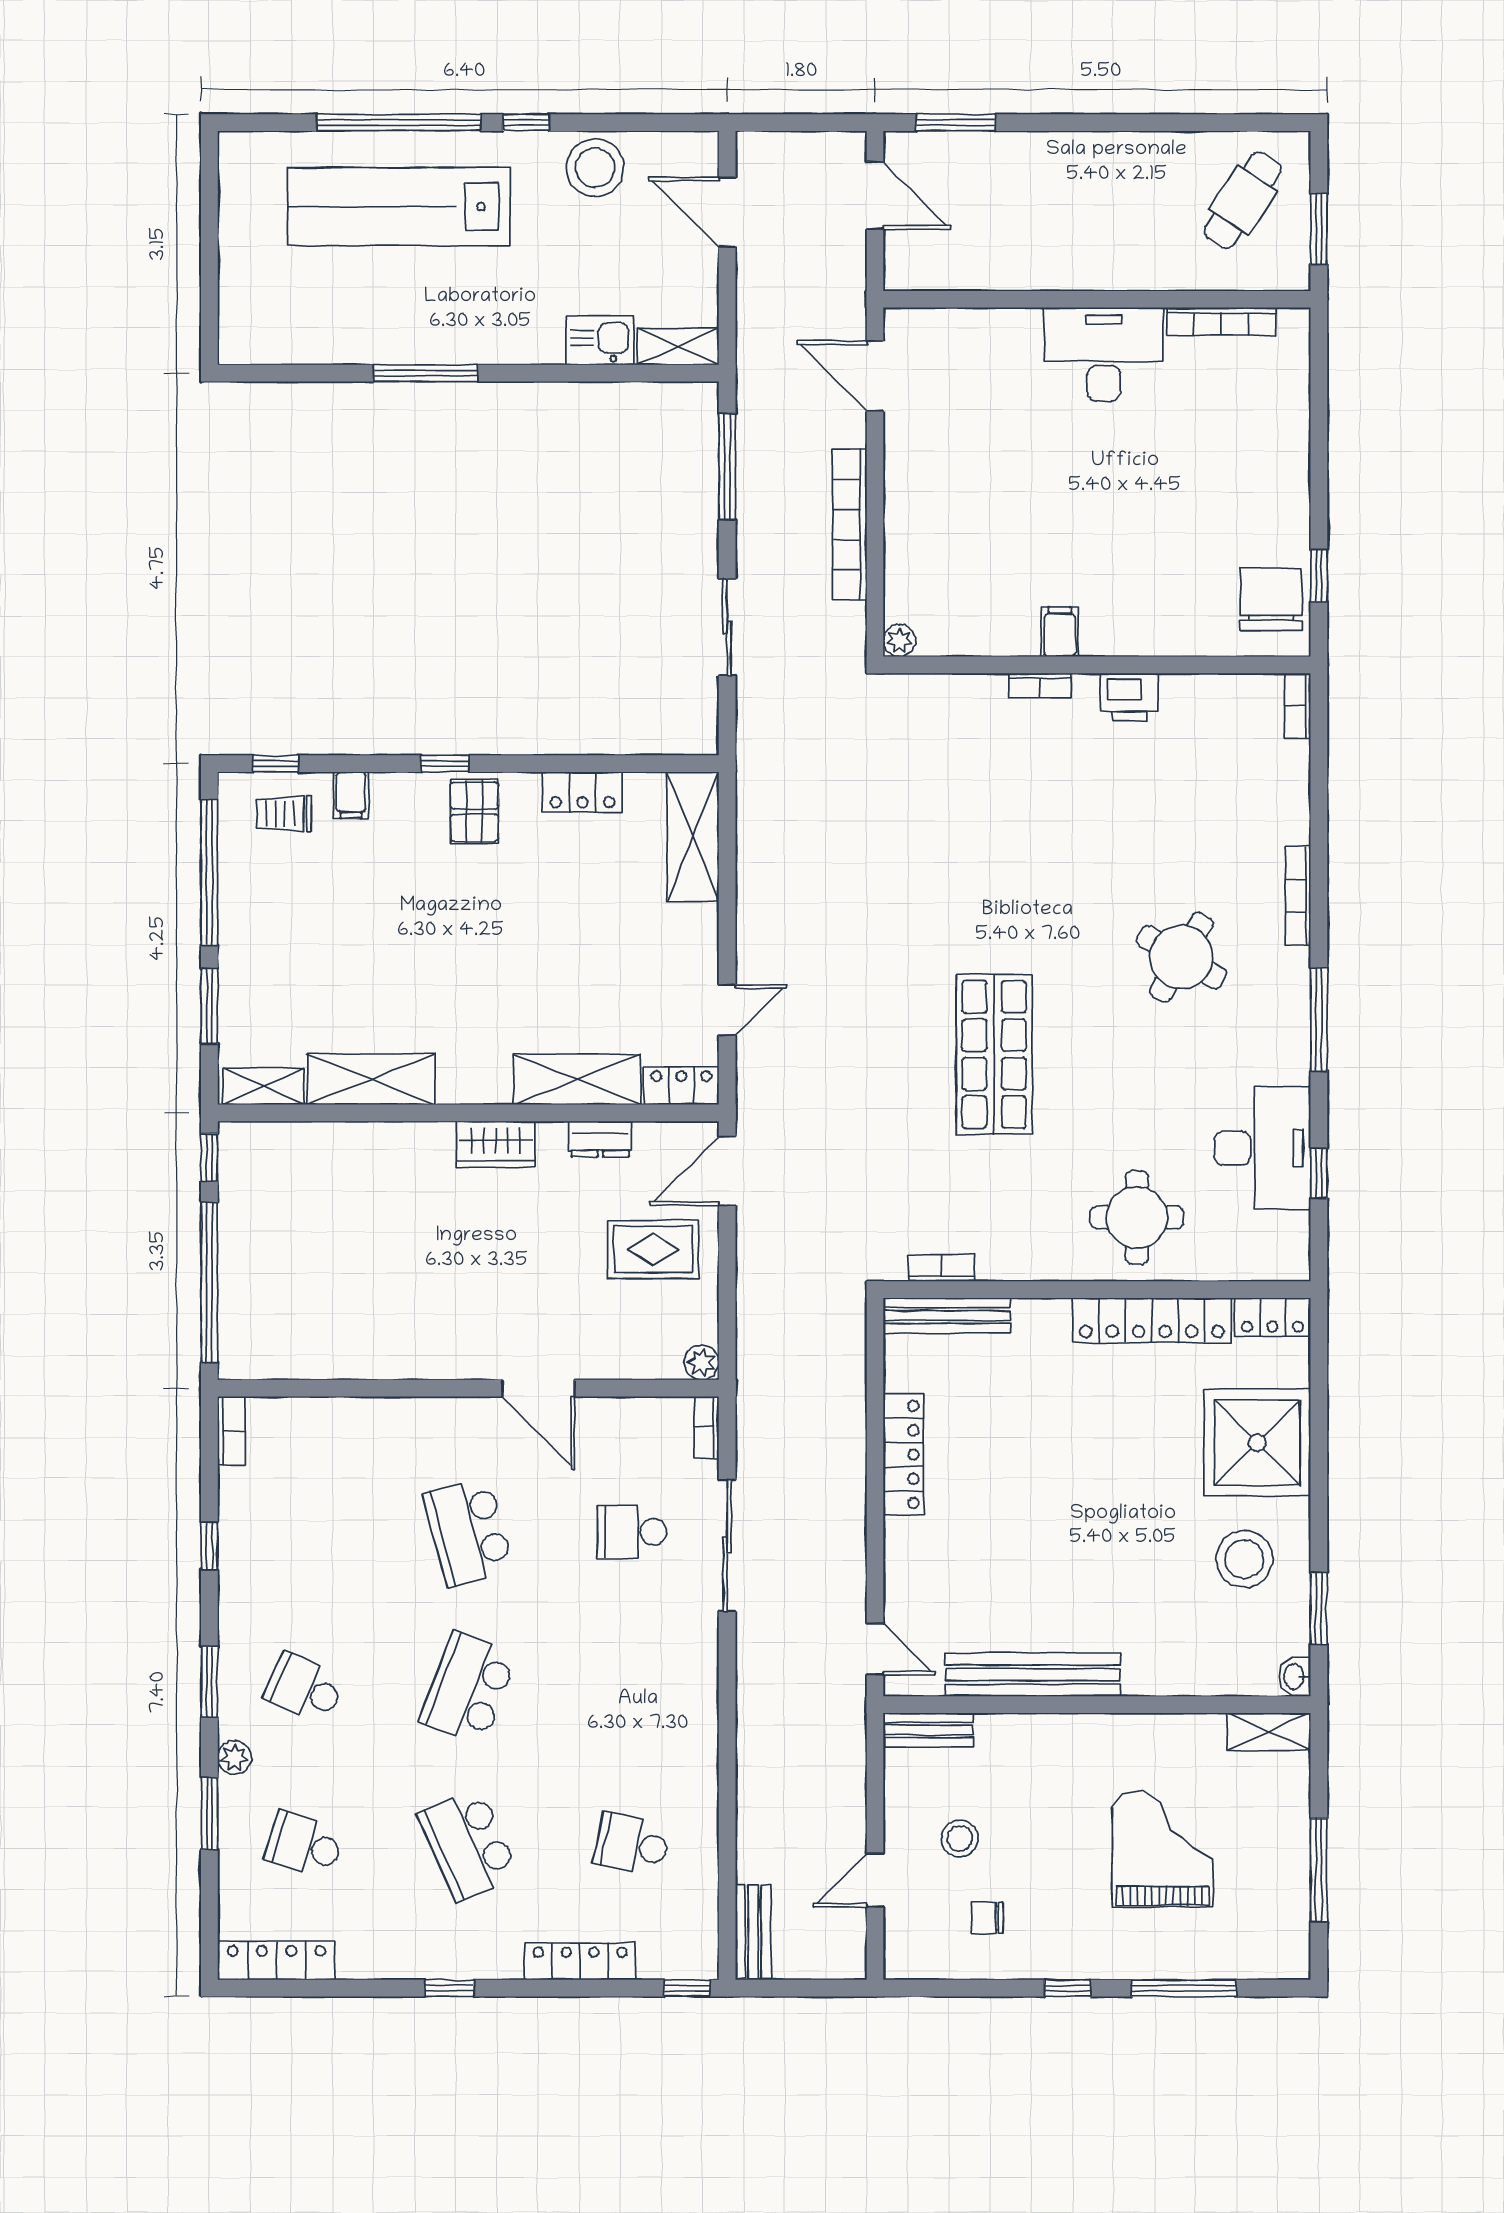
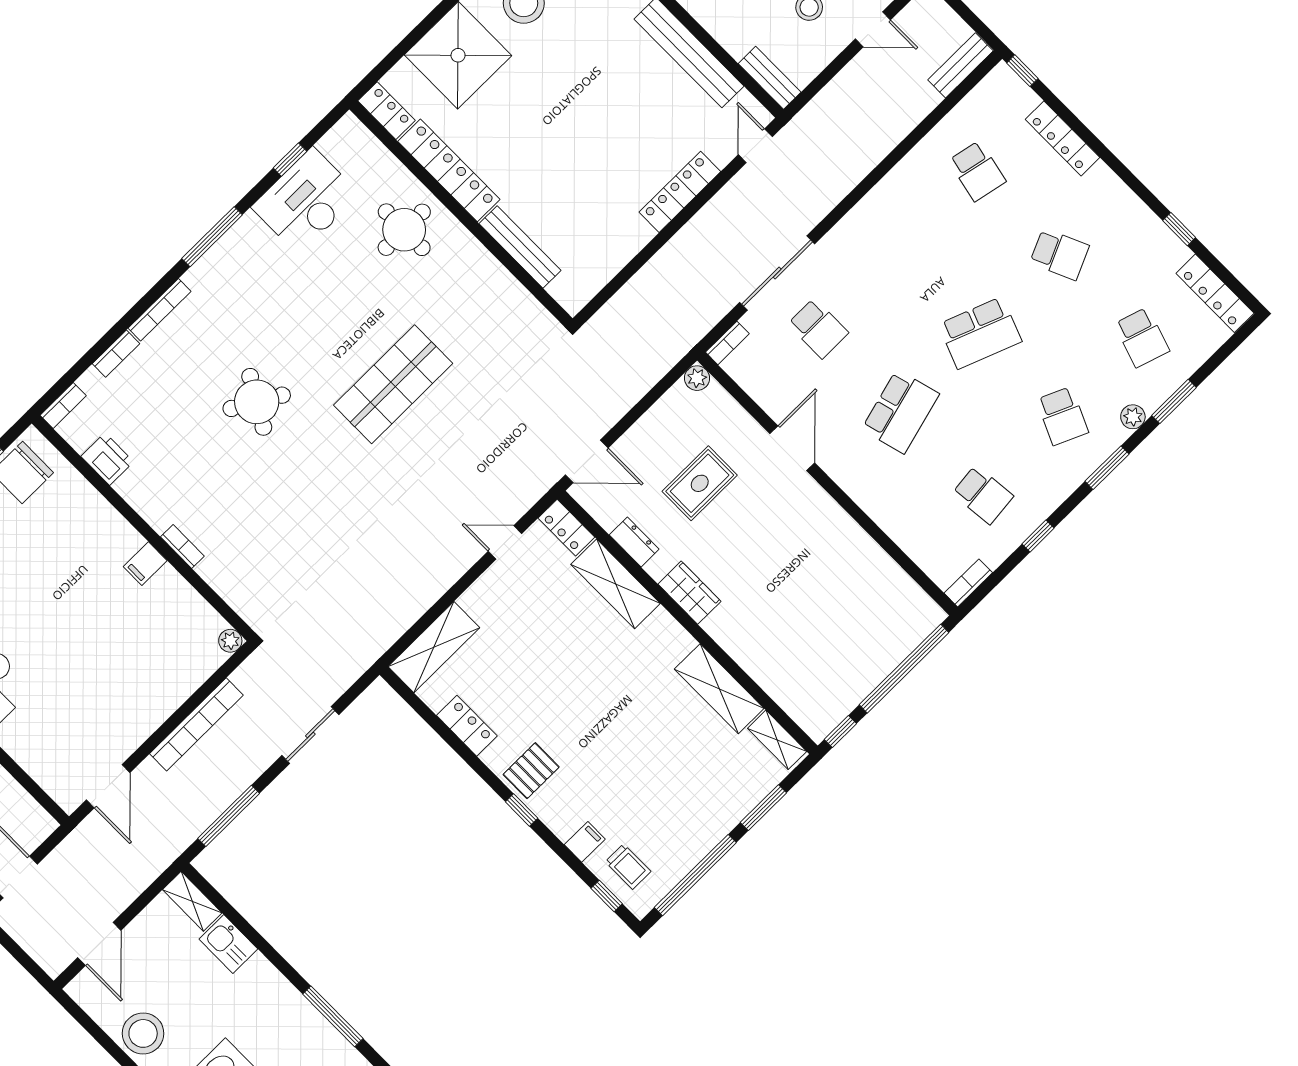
printer: (1129, 697) -> (107, 459), moved
round table: (1181, 957) -> (257, 402), moved
rug: (653, 1249) -> (700, 483), moved, turned 90
bookcase: (941, 1268) -> (116, 354), moved, turned -90
bench: (947, 1316) -> (520, 247), moved
locker: (903, 1455) -> (680, 192), moved
school desk: (305, 1532) -> (983, 495), added
school desk: (468, 1845) -> (1059, 254), width x0.54
window: (449, 1988) -> (1179, 229), moved

